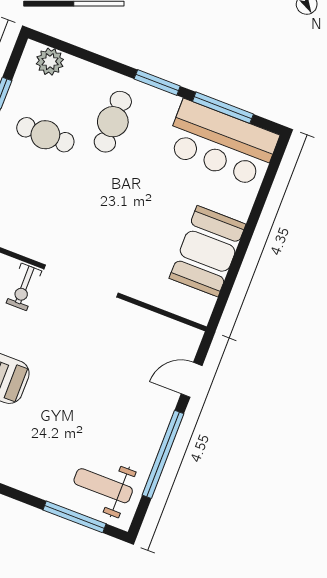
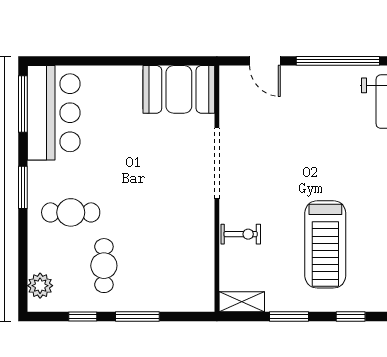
window: (223, 108) -> (23, 104), moved
booth: (208, 251) -> (179, 89), moved
doorway: (81, 281) -> (217, 163), moved

